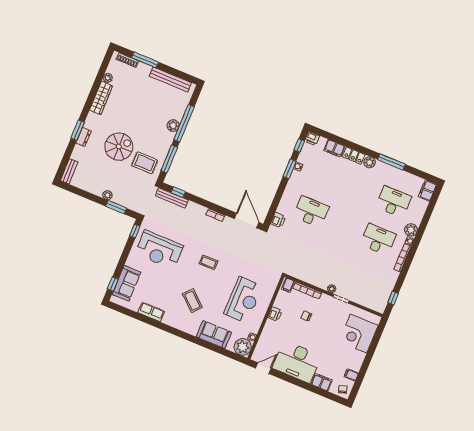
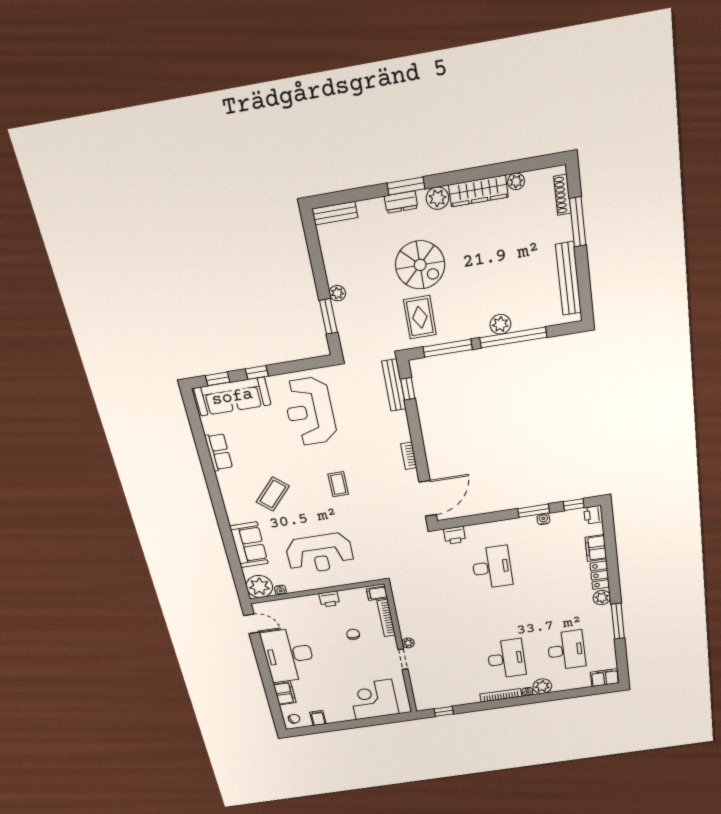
plant: (92, 119) -> (437, 198), added
window: (135, 231) -> (257, 372), moved
sofa: (126, 283) -> (232, 397), width x1.36

